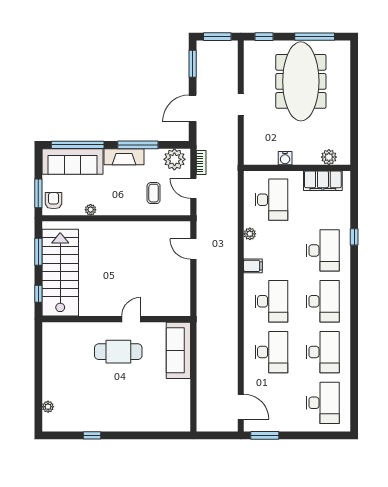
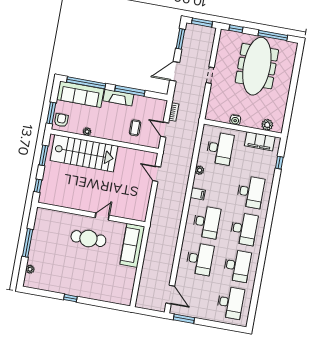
plant: (174, 159) -> (155, 106), removed
window: (354, 237) -> (279, 163), moved
stairs: (60, 273) -> (84, 153), moved, turned 90
window: (38, 372) -> (28, 243), added
window: (92, 435) -> (70, 298), moved

